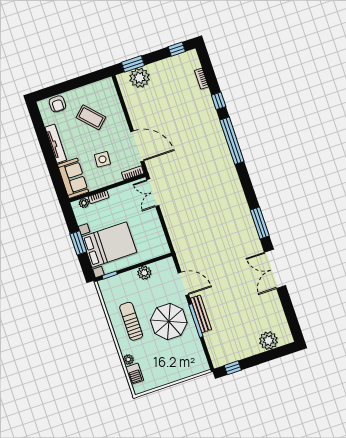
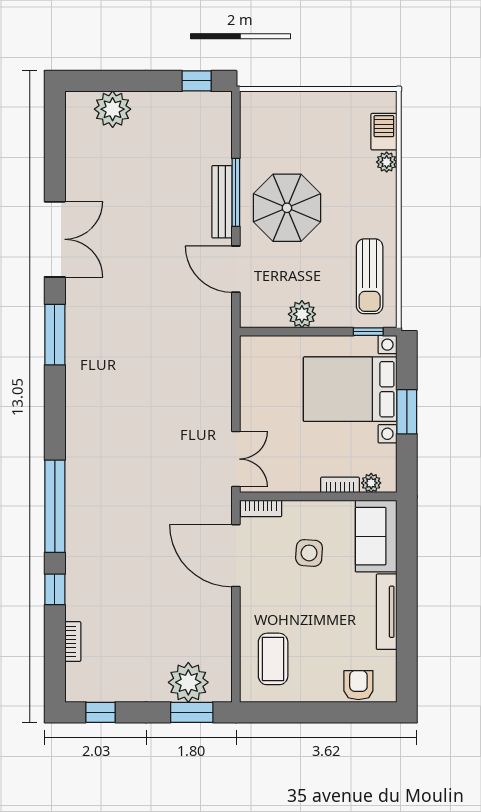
coffee table: (91, 117) -> (273, 659), moved, turned 43
sun lounger: (131, 321) -> (370, 276), moved

